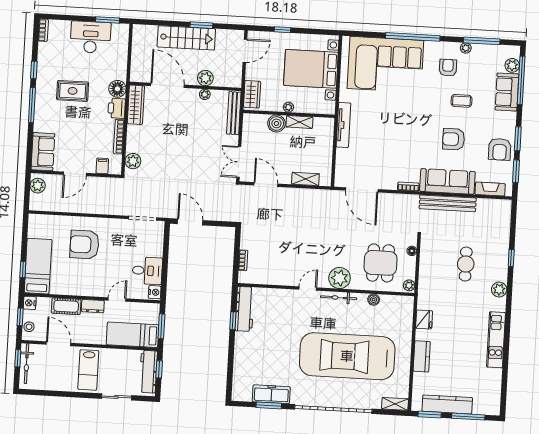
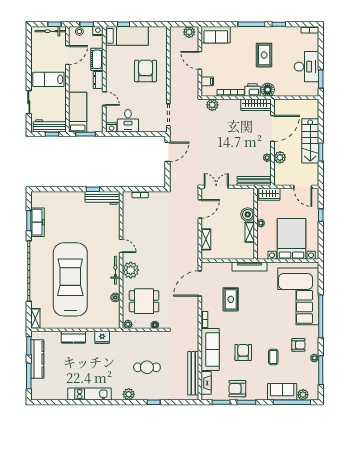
rug: (384, 151) -> (231, 299), added
bench: (448, 203) -> (193, 373), moved

